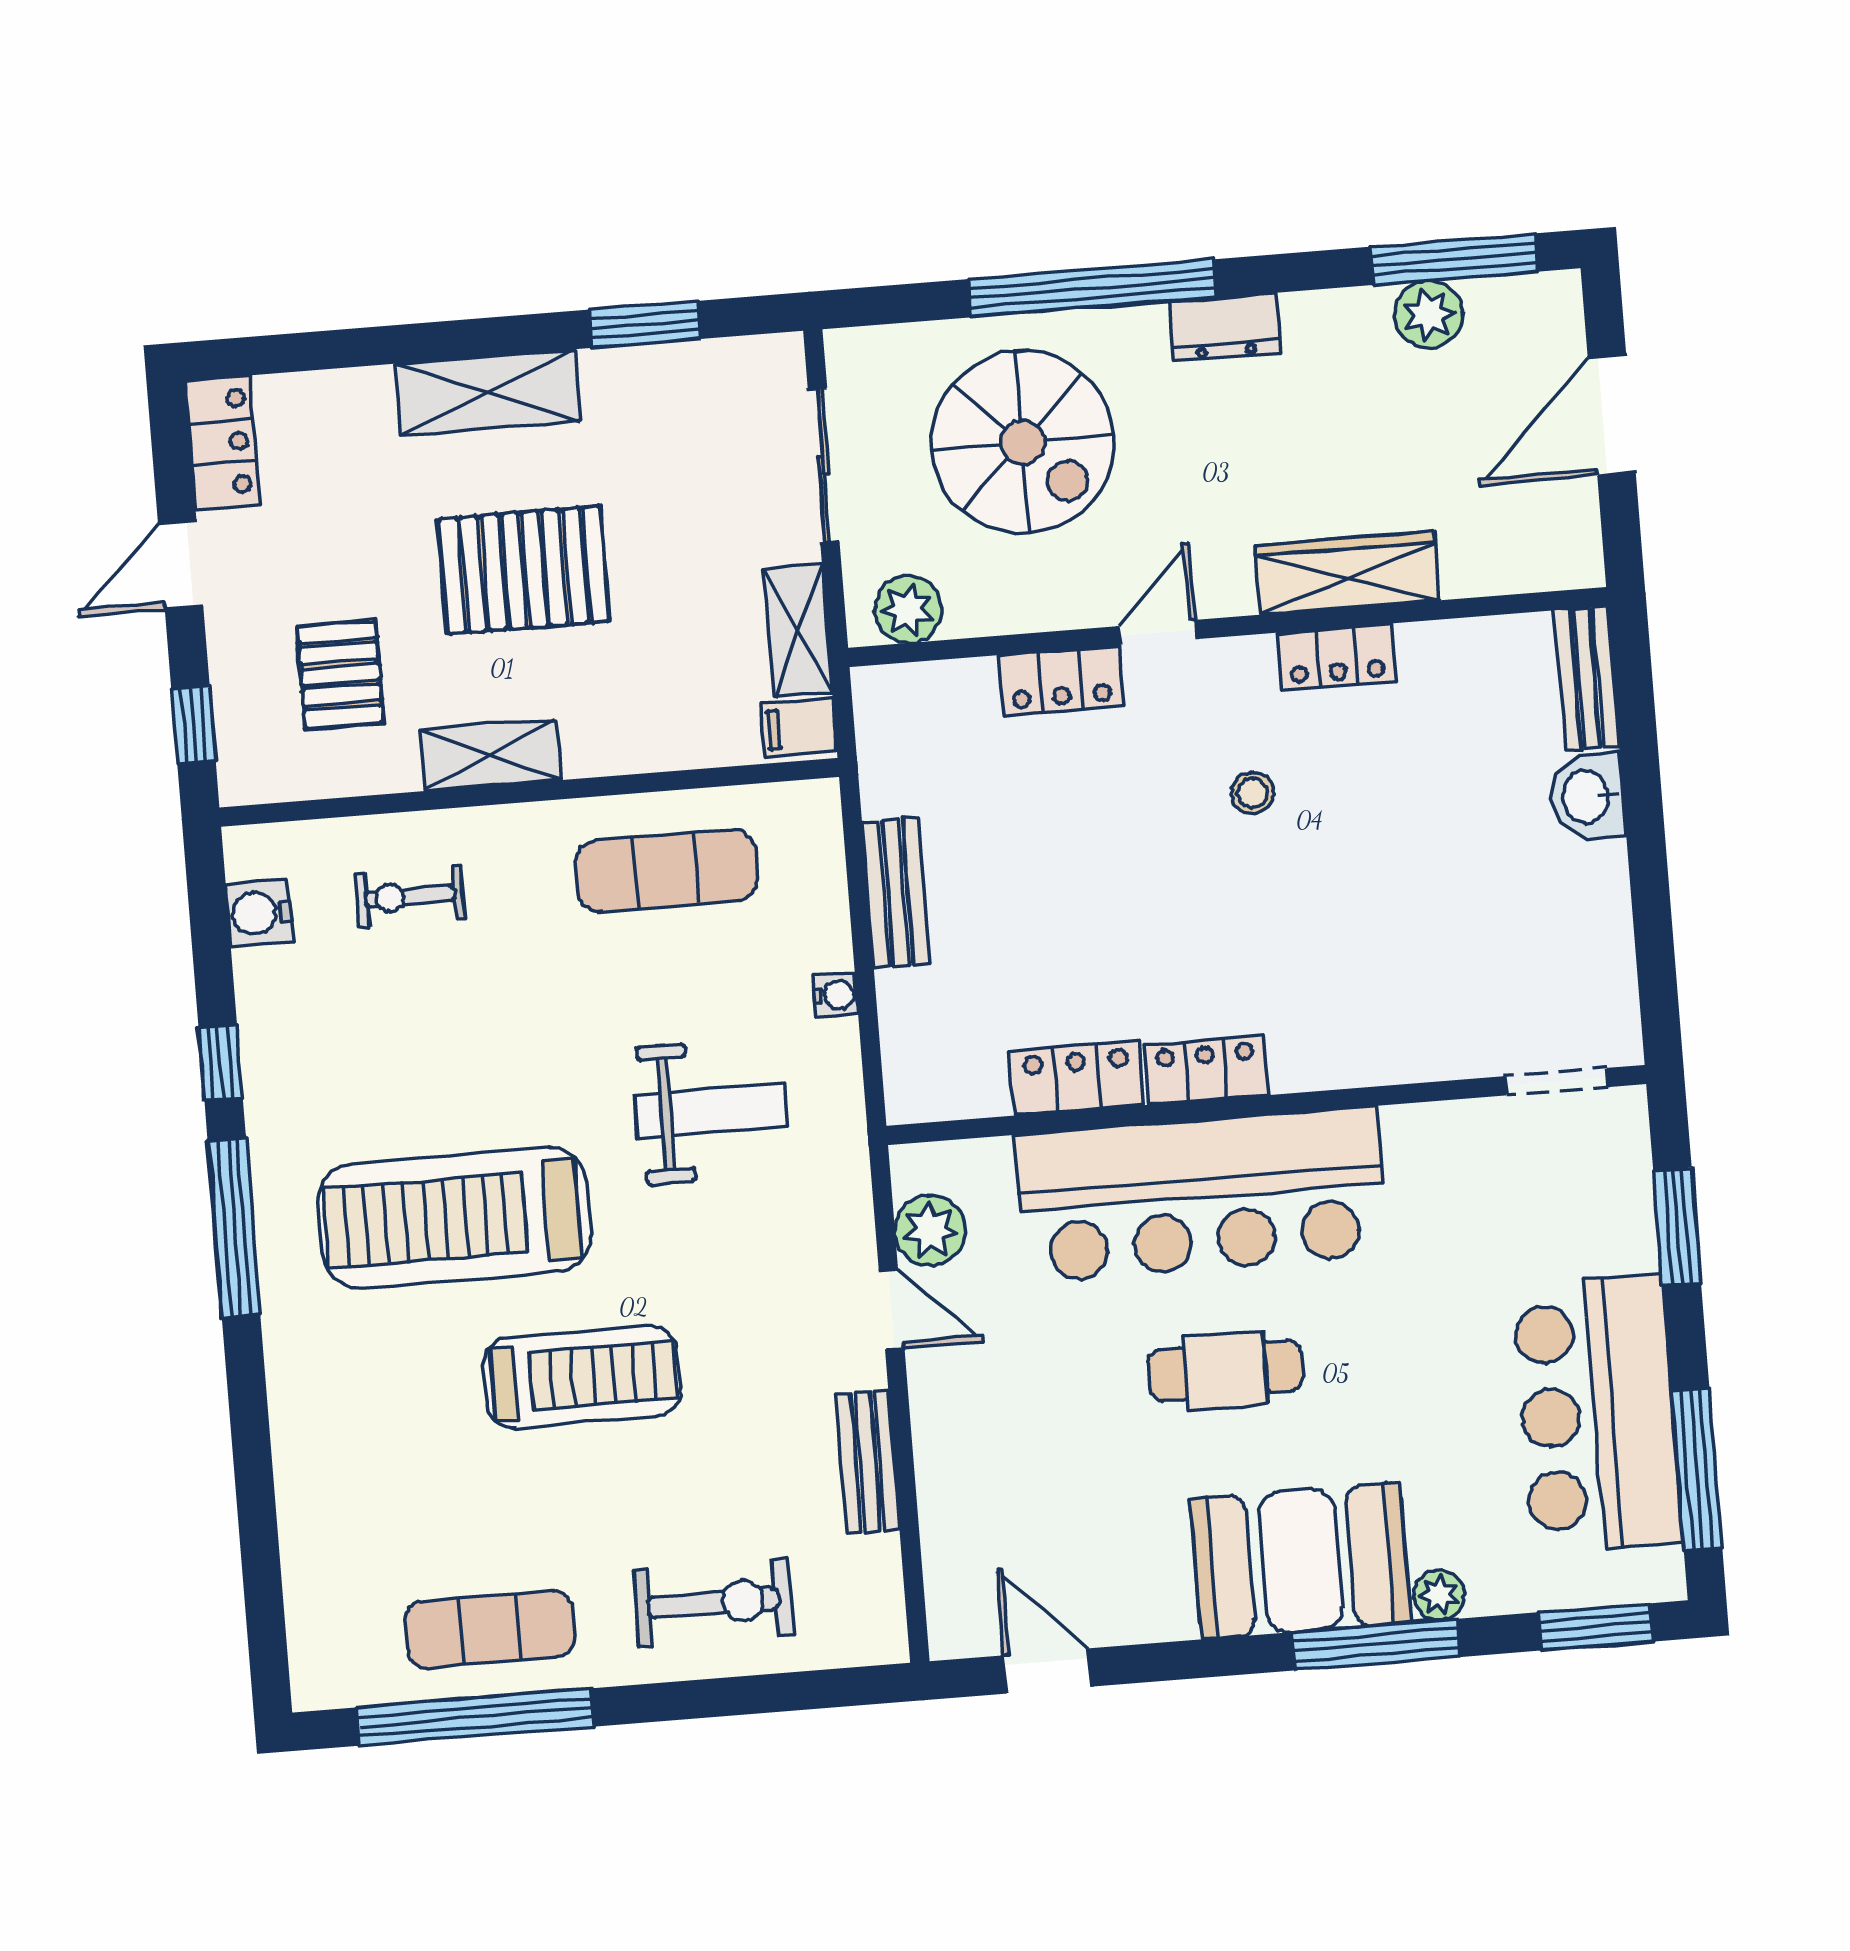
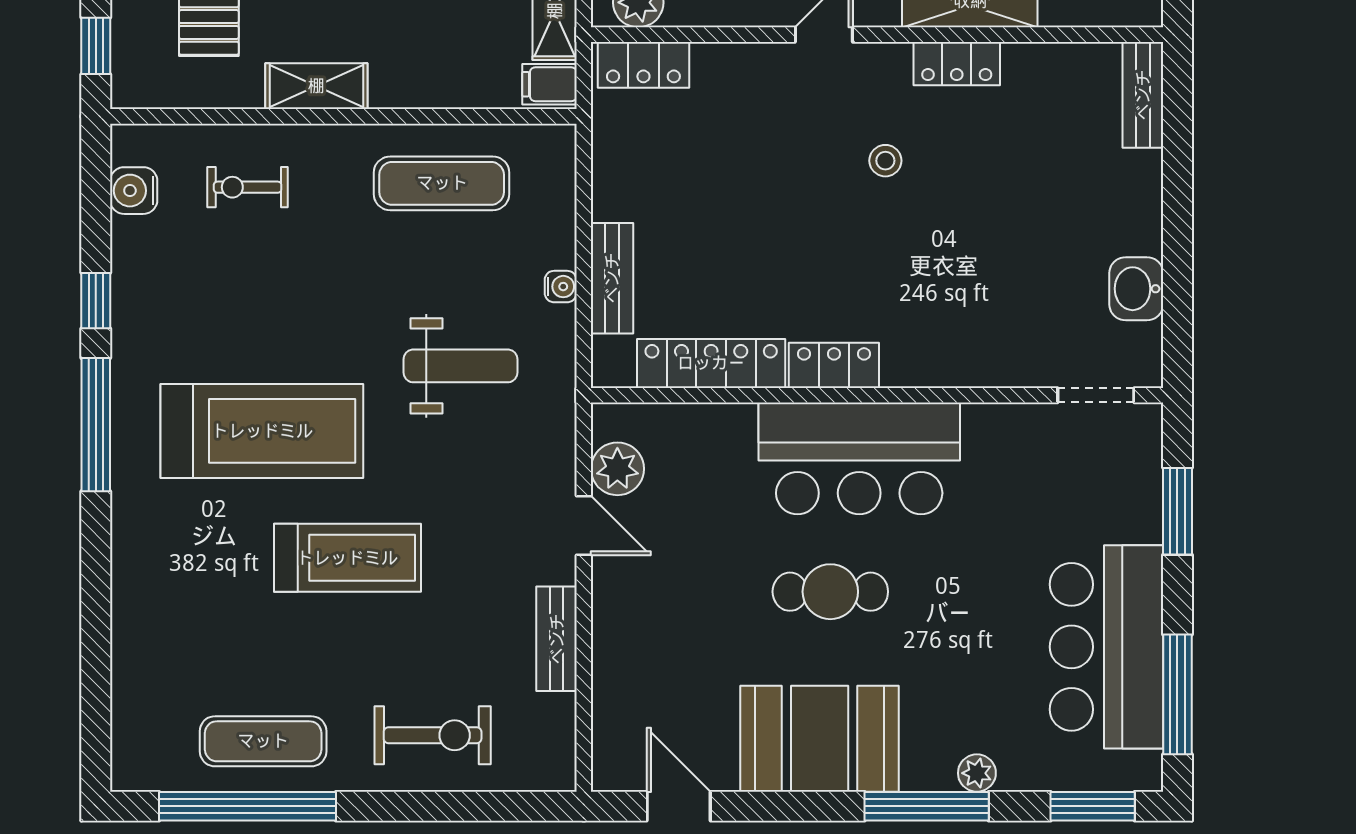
locker: (1061, 681) -> (643, 65), moved
washbasin: (1587, 796) -> (1136, 289), moved
bench: (896, 893) -> (612, 278), moved
locker: (1077, 1078) -> (711, 363), width x1.53
bar counter: (1201, 1194) -> (859, 458), width x0.73
treadmill: (455, 1218) -> (262, 431), turned 180
booth: (1301, 1561) -> (820, 739), moved

